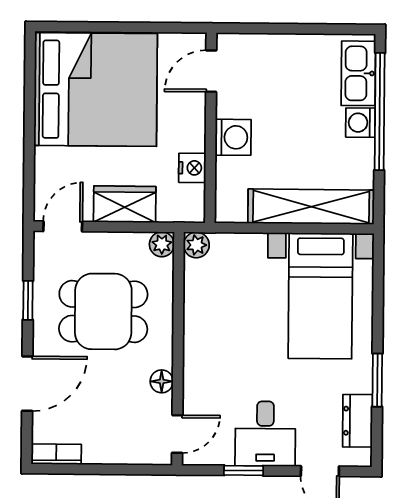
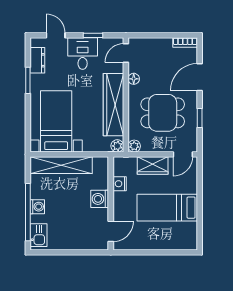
kitchen sink: (358, 73) -> (38, 235), width x0.73
bed: (96, 90) -> (167, 208), width x0.49
wardrobe: (203, 329) -> (113, 105), added

